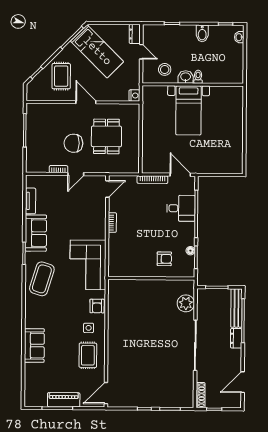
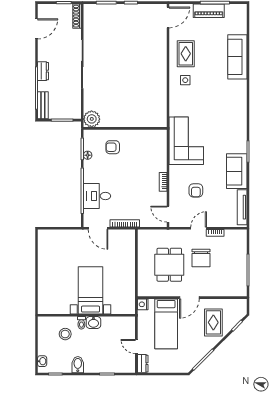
bed: (97, 51) -> (166, 324), moved, turned -135
stool: (165, 69) -> (65, 334), moved
door: (86, 102) -> (189, 298), hinge flipped
chair: (73, 143) -> (201, 258), turned 90
door: (107, 189) -> (168, 214), hinge flipped
tv unit: (30, 201) -> (242, 207), width x1.41
coffee table: (42, 279) -> (231, 127), removed
plant: (186, 303) -> (92, 119), moved
armchair: (97, 306) -> (196, 190), moved, turned 180
bench: (236, 308) -> (43, 105), width x0.73
sofa: (34, 346) -> (237, 57), width x1.36

